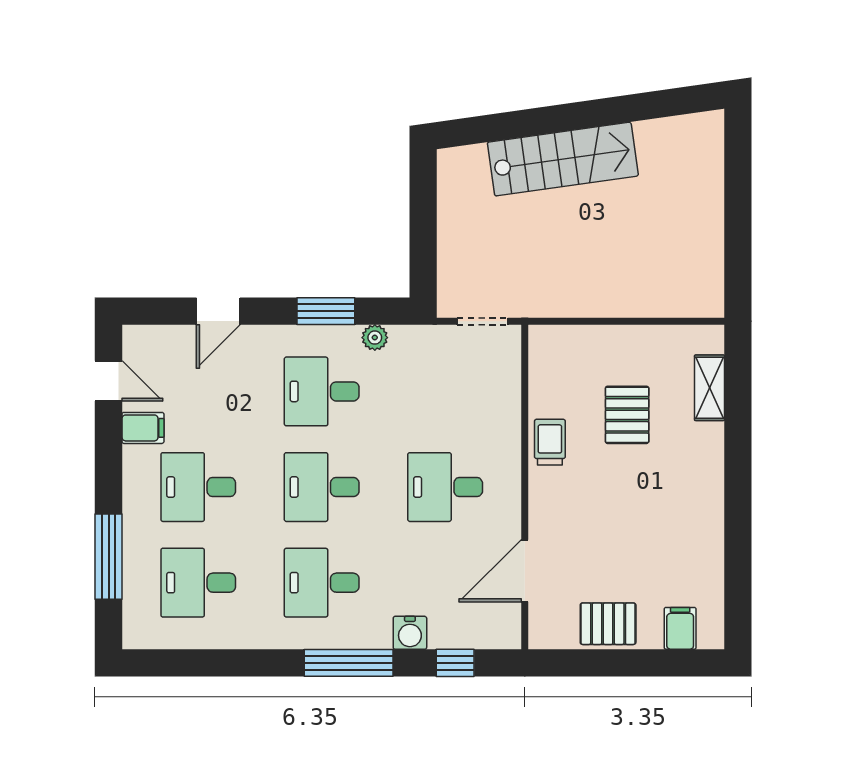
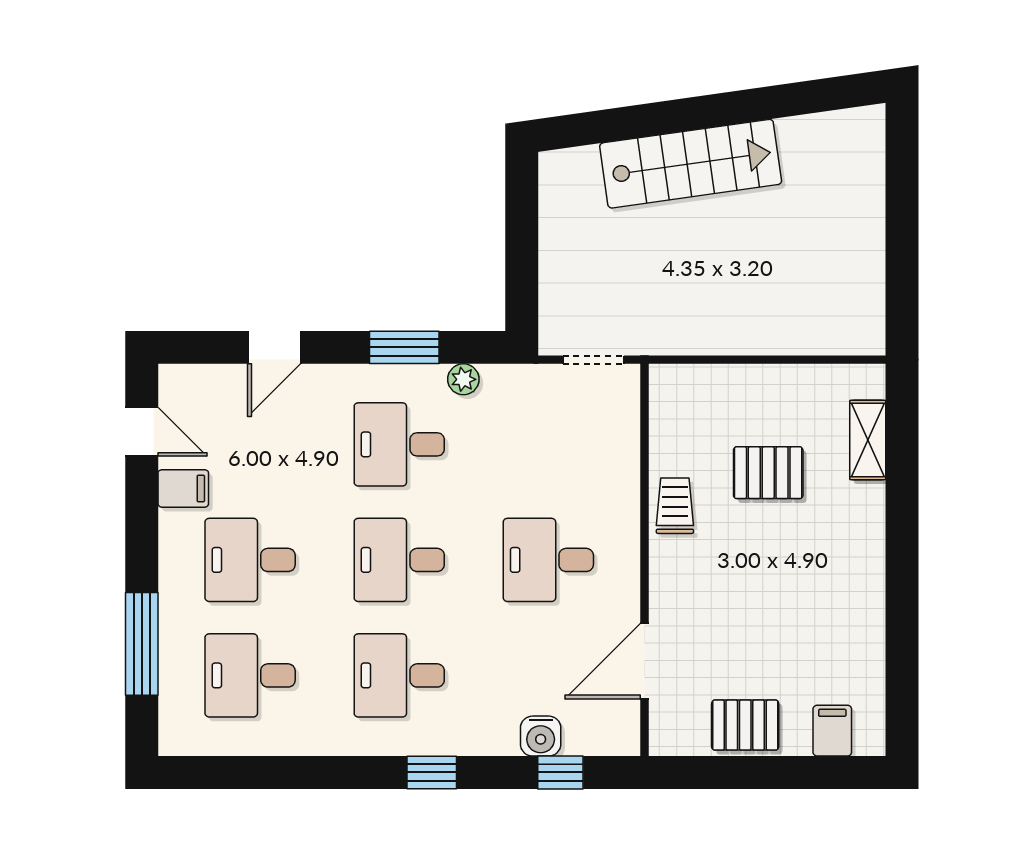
pallet: (627, 415) -> (768, 473), turned 90
water cooler: (410, 633) -> (541, 736), moved
window: (349, 663) -> (432, 772), width x0.46

